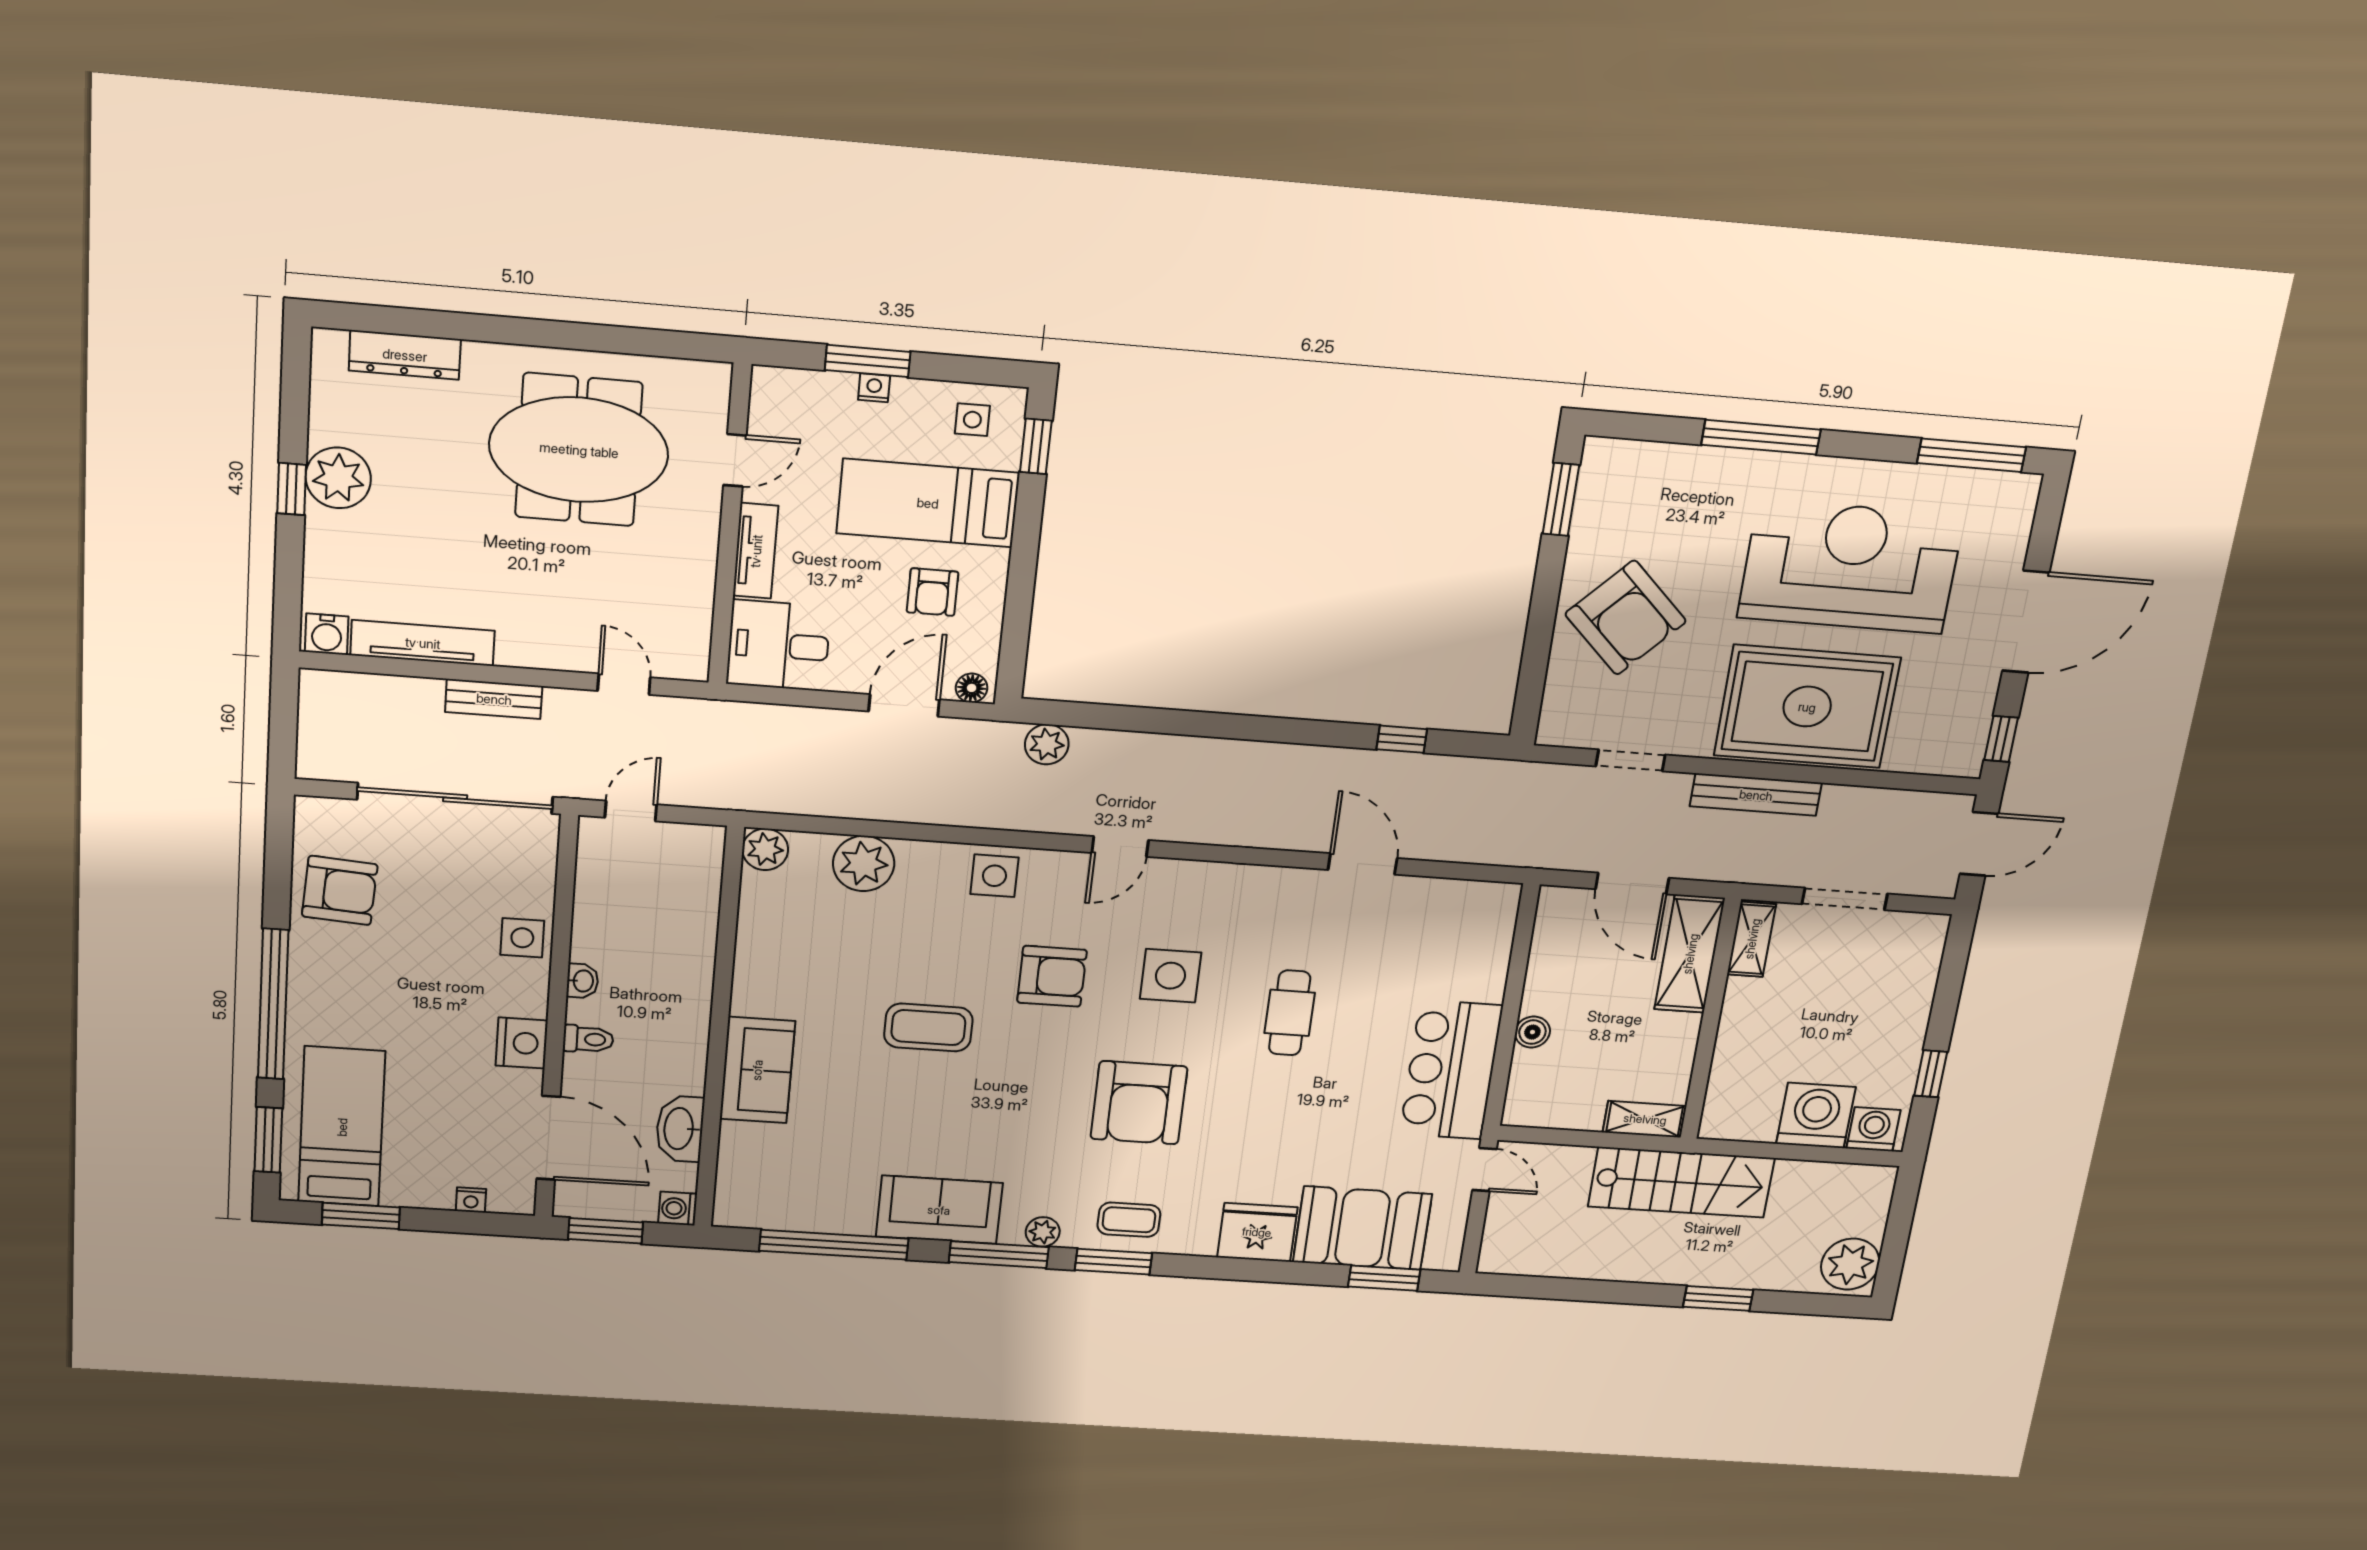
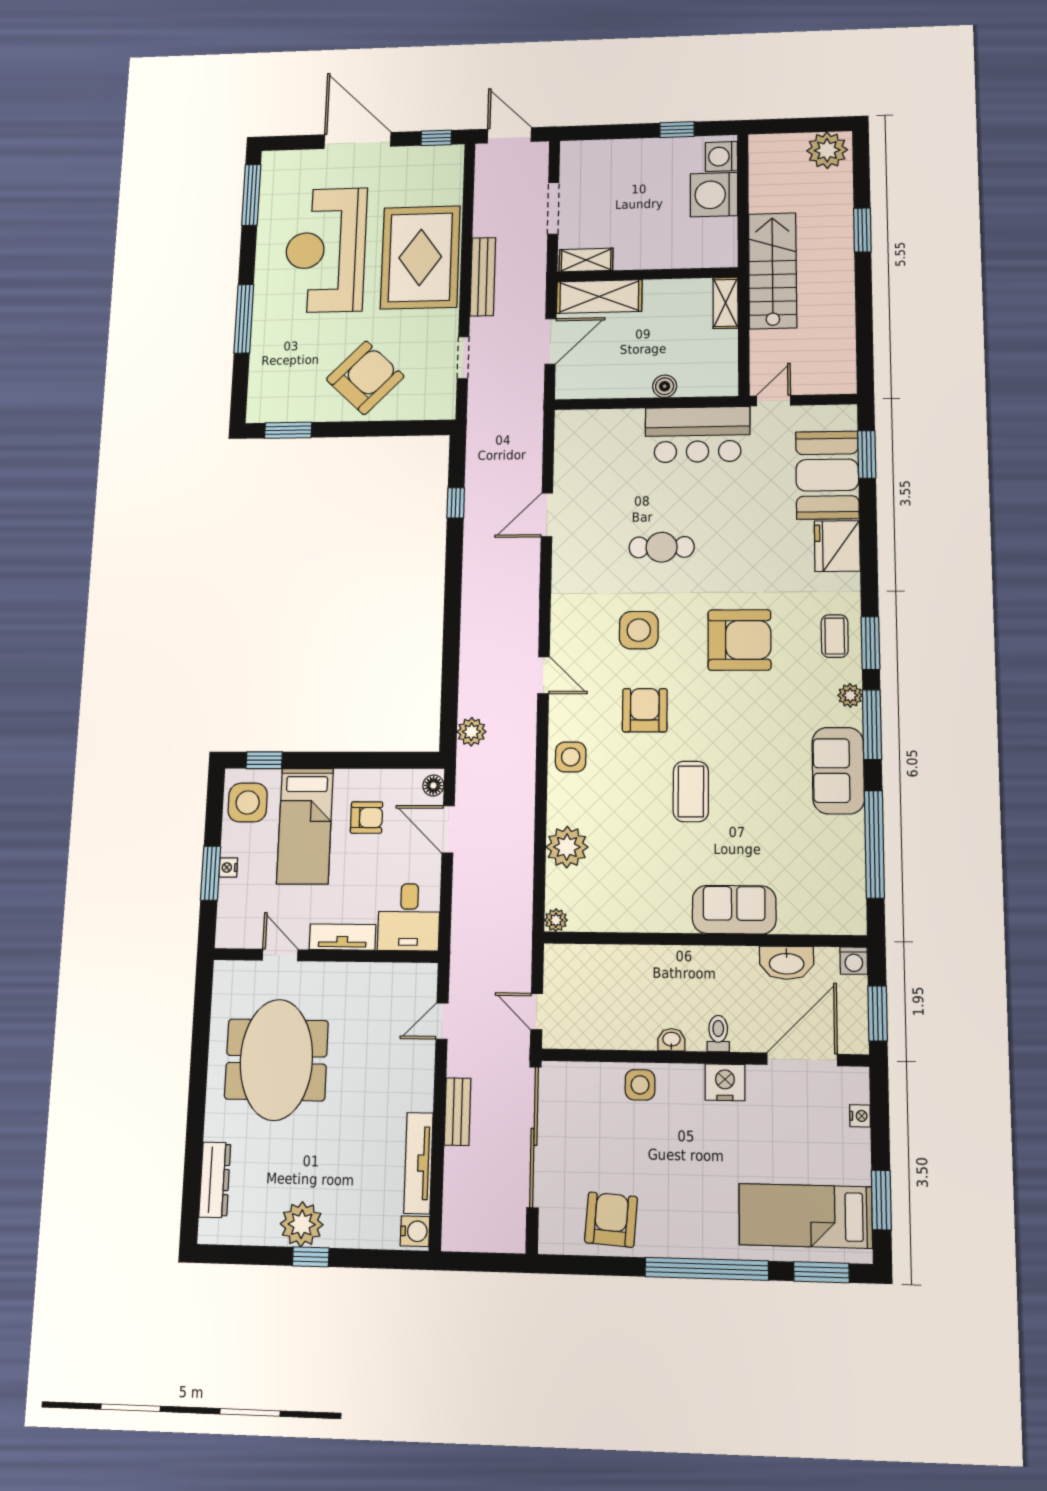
side table: (972, 420) -> (248, 802), width x1.87, depth x1.87
plant: (765, 849) -> (556, 920), width x0.73, depth x0.73

